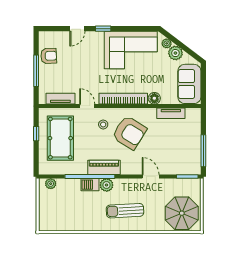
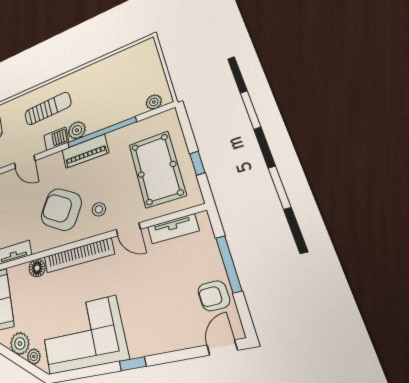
door: (77, 29) -> (222, 348), moved
barbecue: (90, 185) -> (56, 139), moved

